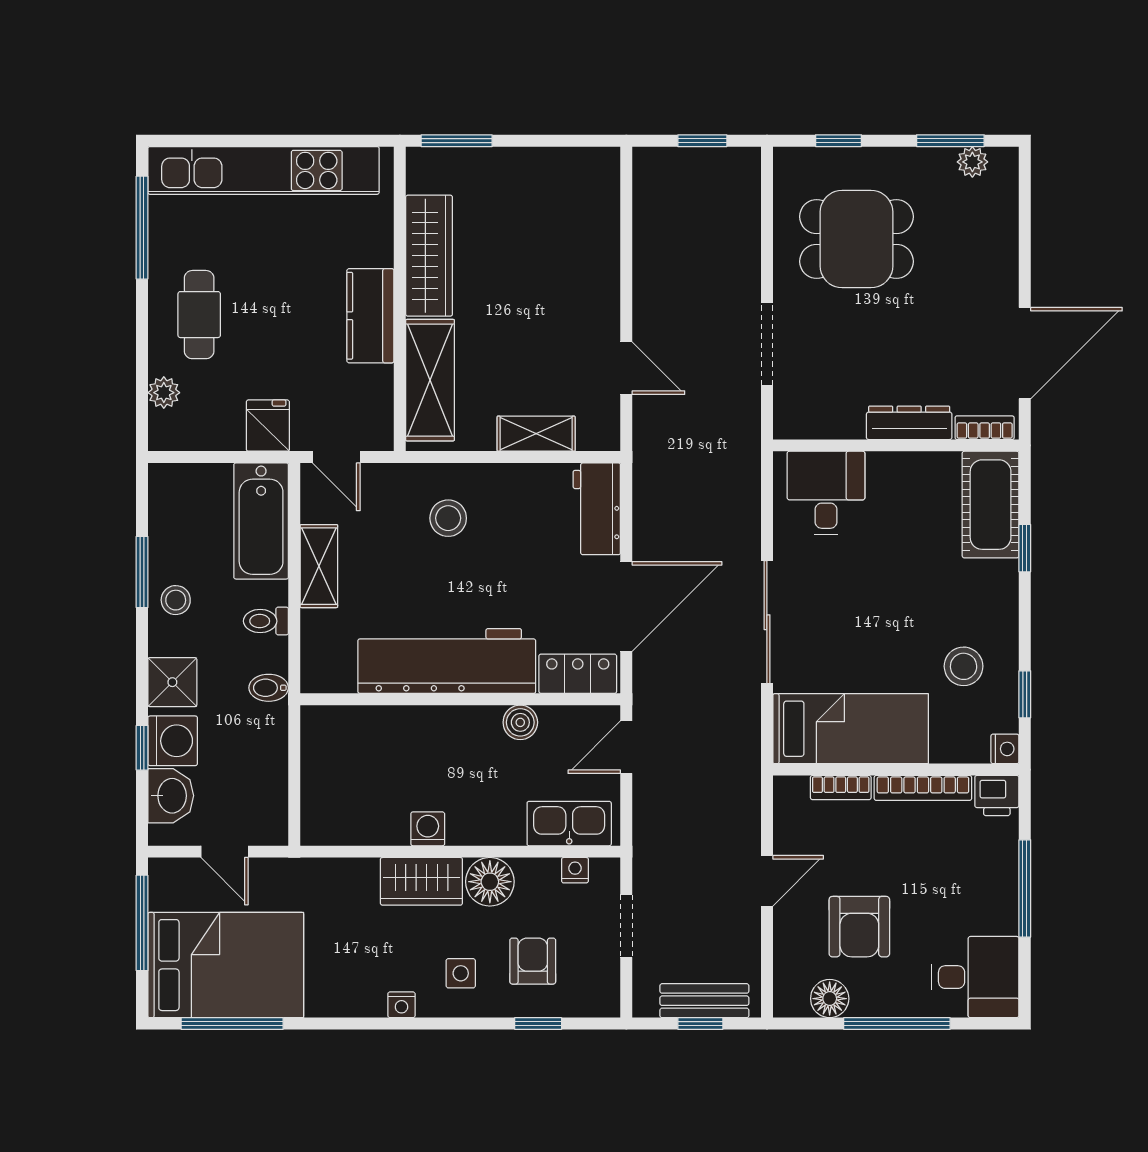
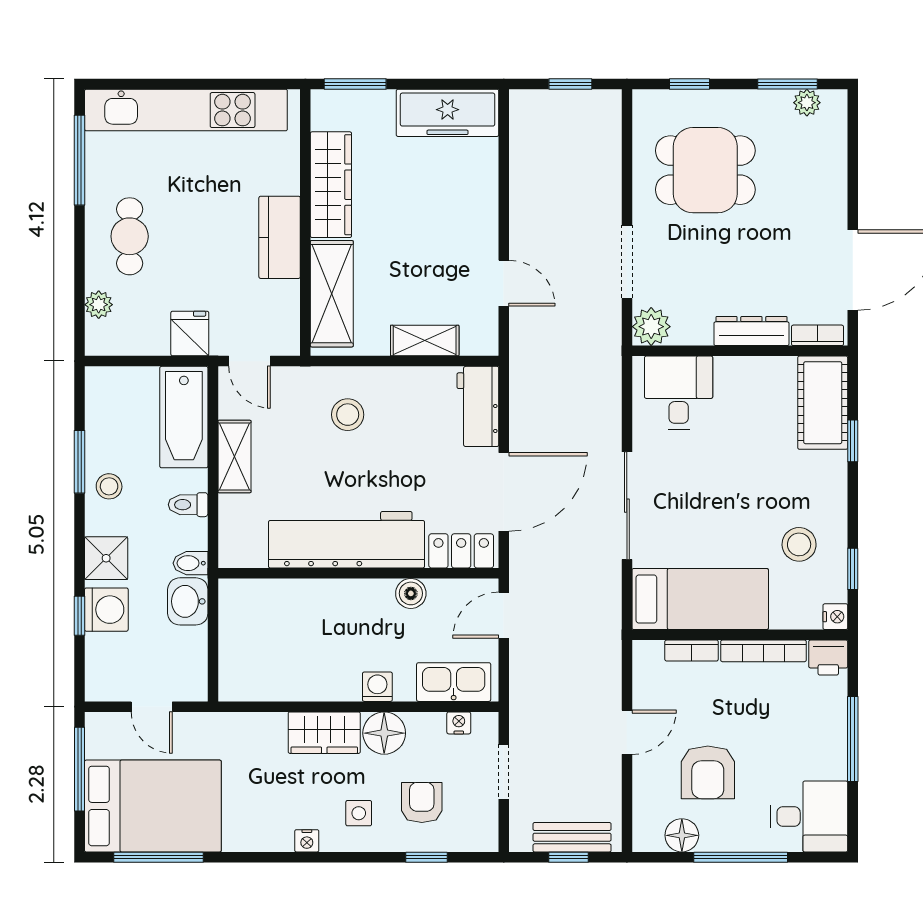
freezer: (562, 174) -> (448, 113), added
plant: (795, 418) -> (651, 327), added
washbasin: (171, 796) -> (188, 601), moved, turned 180
washing machine: (428, 829) -> (377, 687), moved

